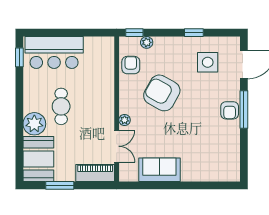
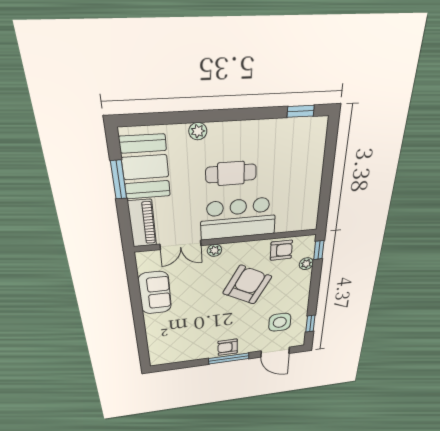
window: (194, 33) -> (310, 324), moved
bar counter: (54, 52) -> (238, 219), moved, turned 90
plant: (34, 124) -> (198, 131), width x0.53, depth x0.53
booth: (38, 159) -> (145, 167), moved, turned 90

